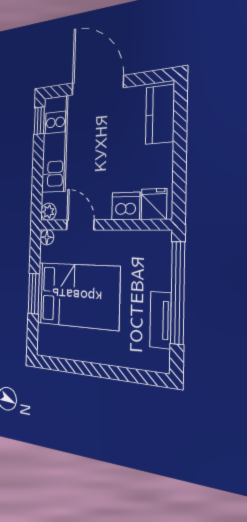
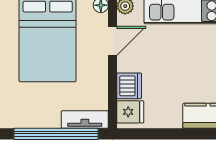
tv unit: (160, 320) -> (85, 119), moved

